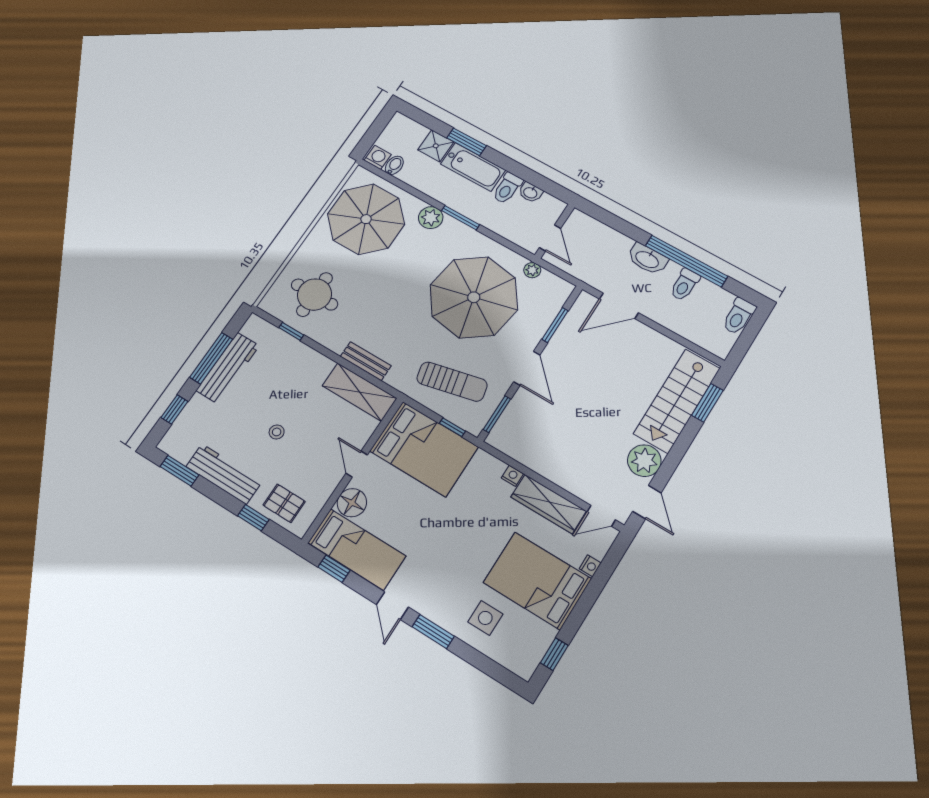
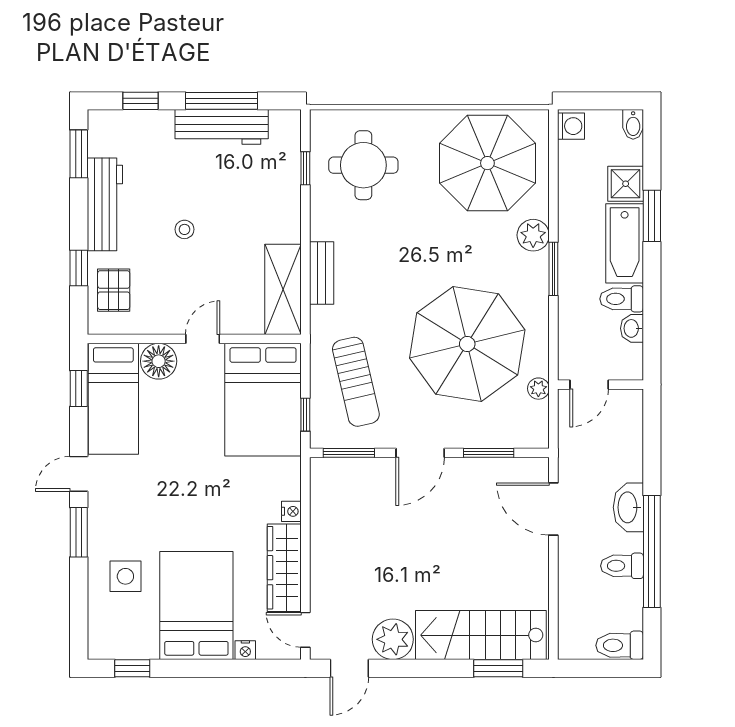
bidet: (394, 165) -> (633, 124), moved, turned 90

